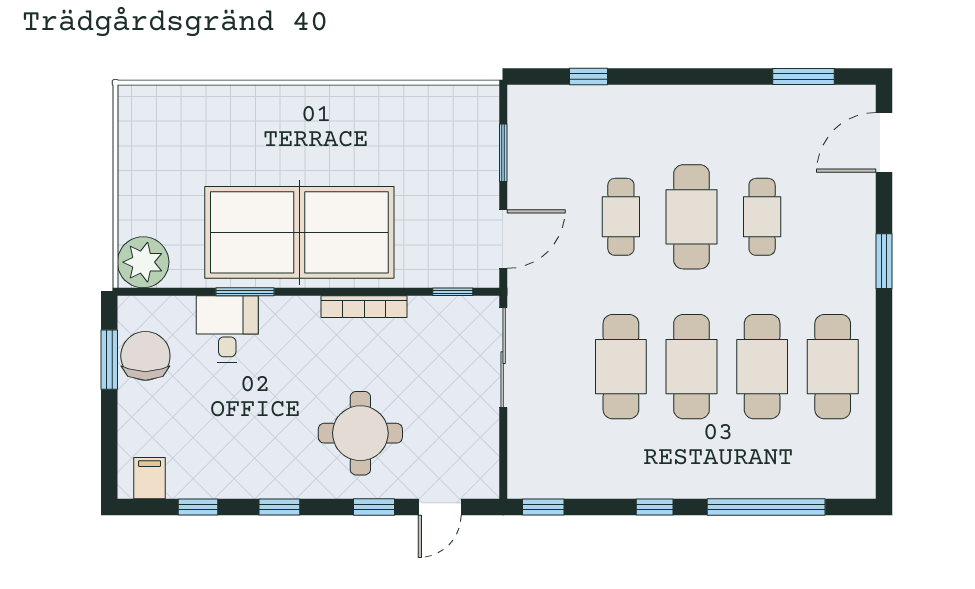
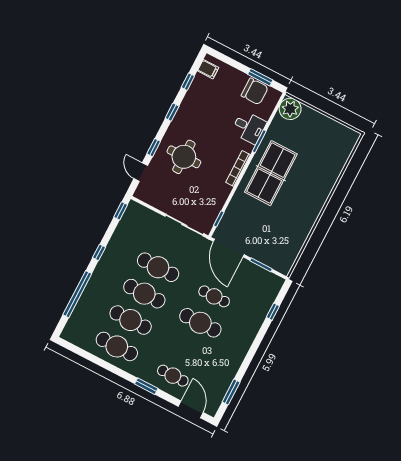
cafe table: (762, 217) -> (173, 376), moved
table tennis table: (299, 232) -> (271, 173), width x0.73, depth x0.76
door: (503, 239) -> (229, 248), width x1.36
bookcase: (364, 307) -> (238, 168), moved

